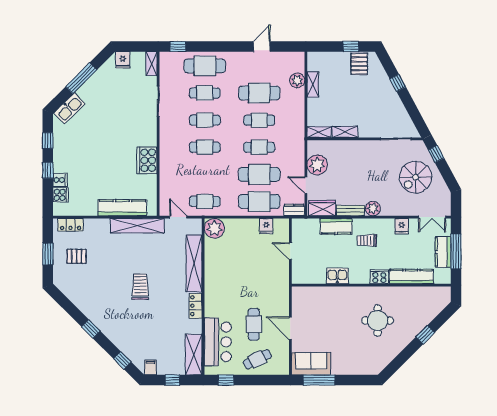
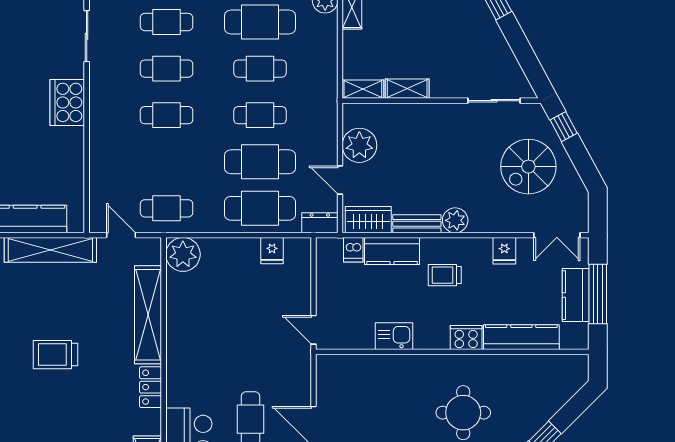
cooker: (147, 160) -> (67, 102), moved
dishwasher: (314, 226) -> (353, 250), added
door: (290, 251) -> (314, 330), moved
trolley: (140, 287) -> (56, 355), turned -90

